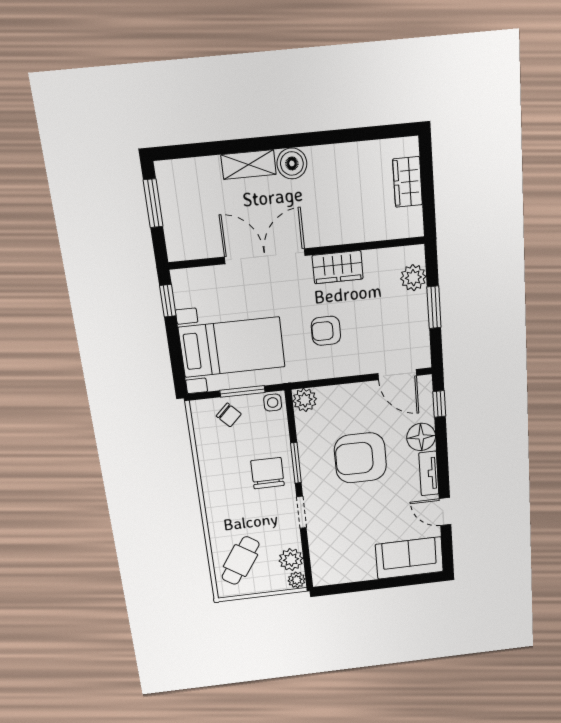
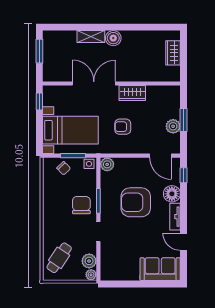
plant: (413, 278) -> (173, 126), moved

